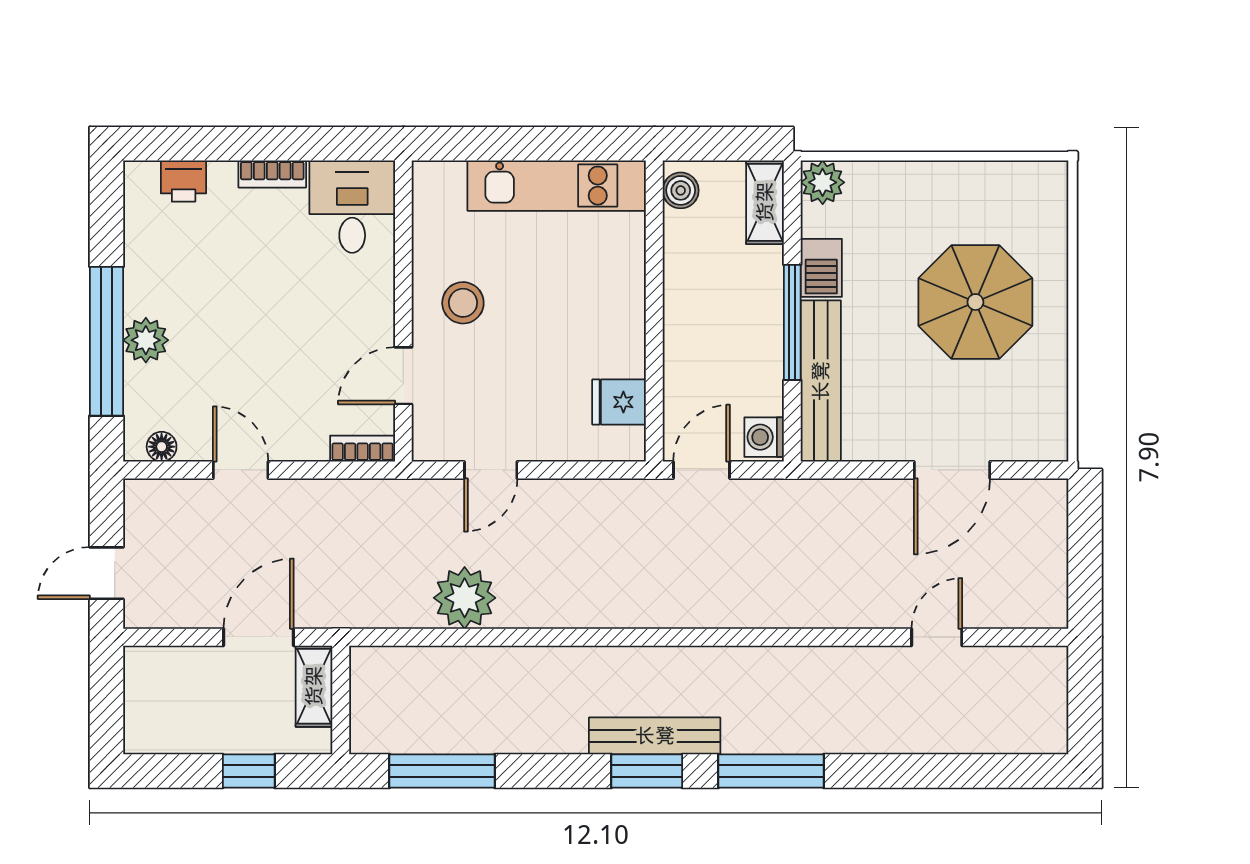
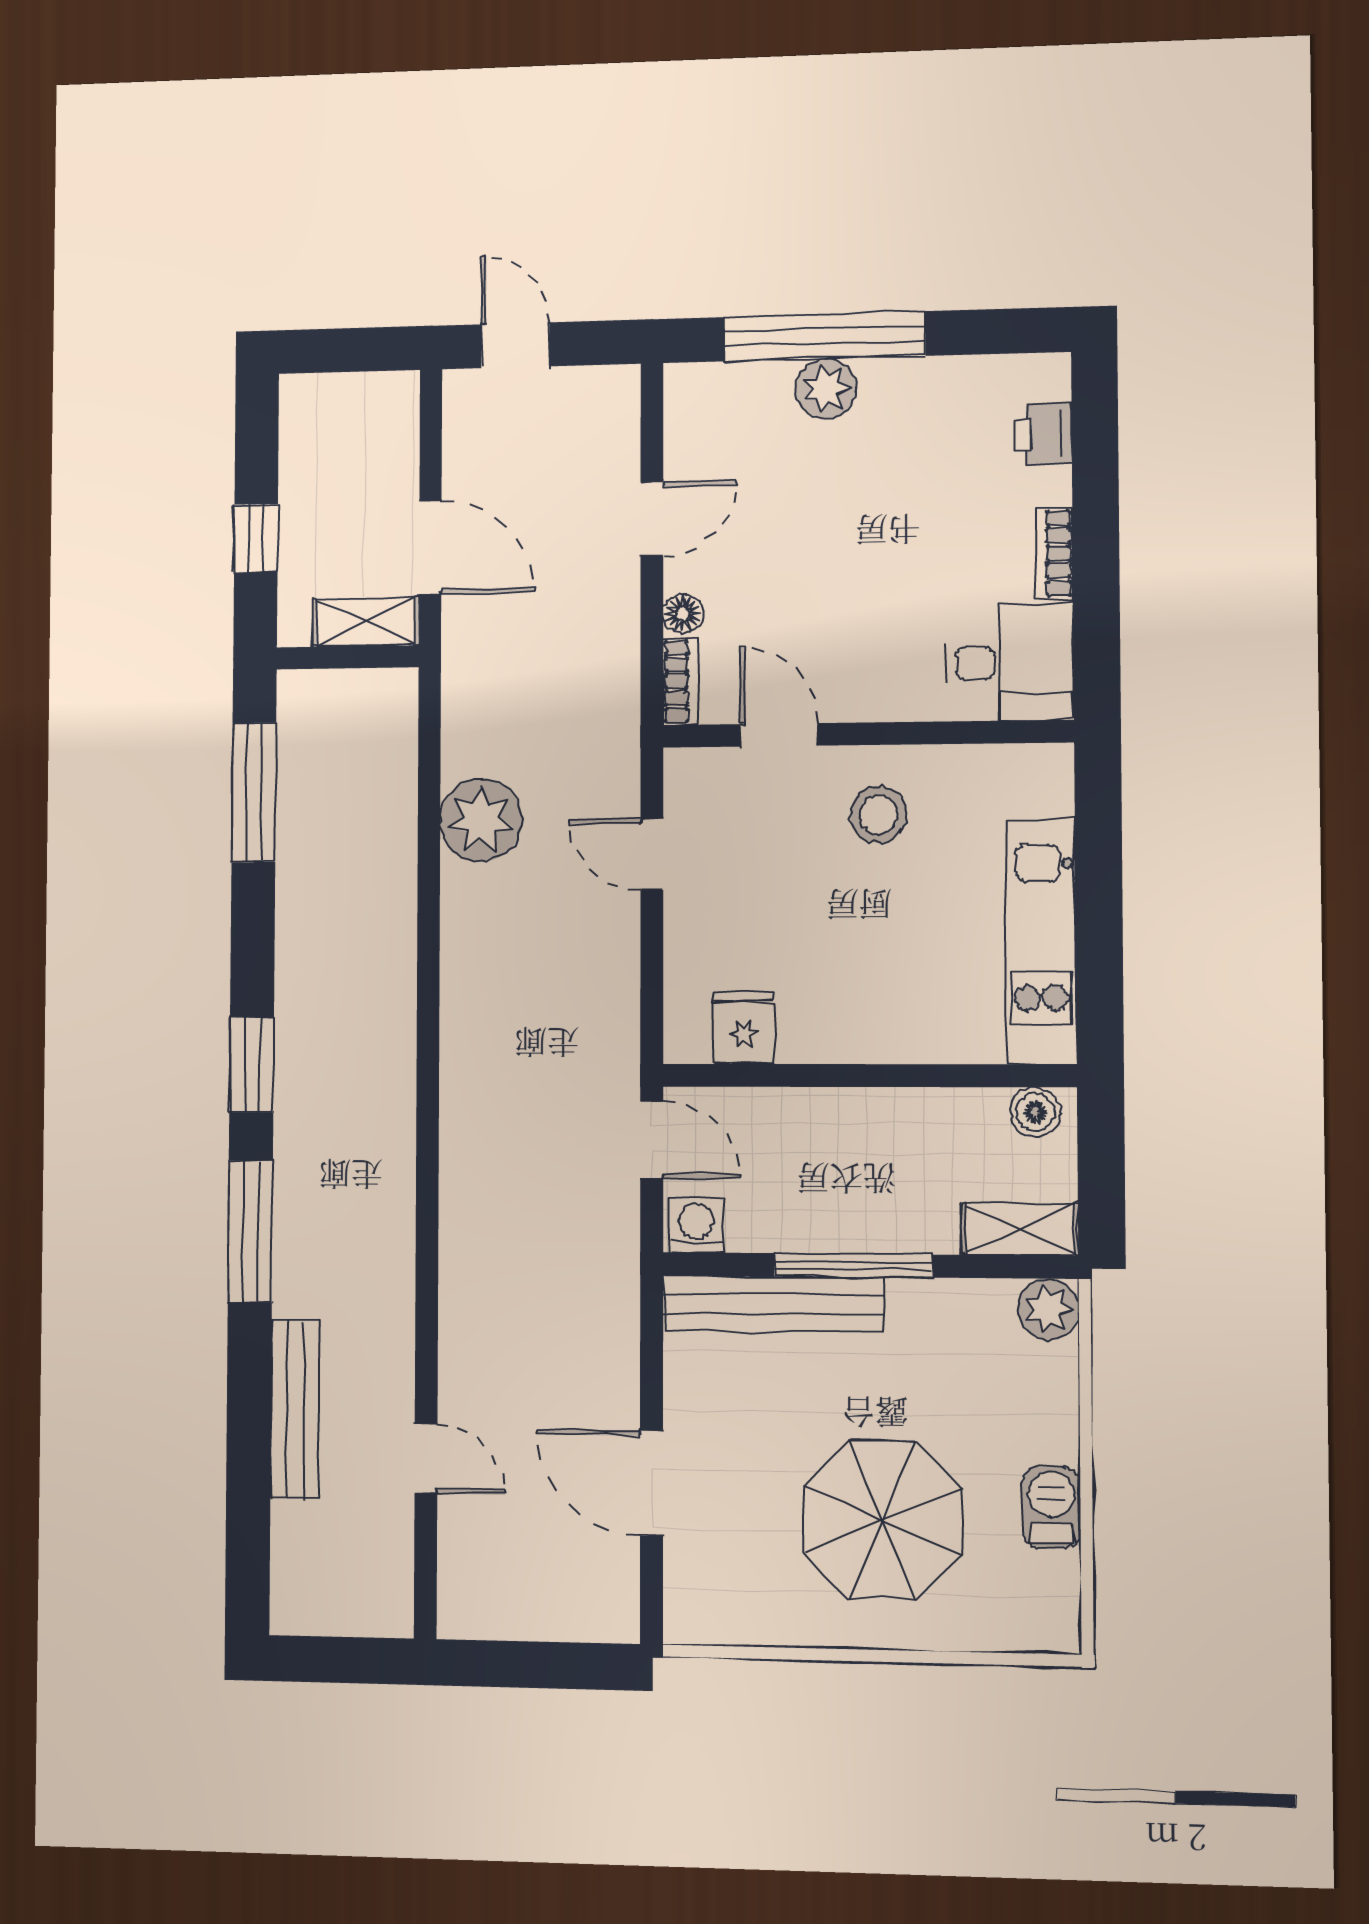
barbecue: (821, 268) -> (1051, 1507), moved, turned 90
floor lamp: (162, 447) -> (683, 614), moved
bench: (655, 736) -> (295, 1409), moved

